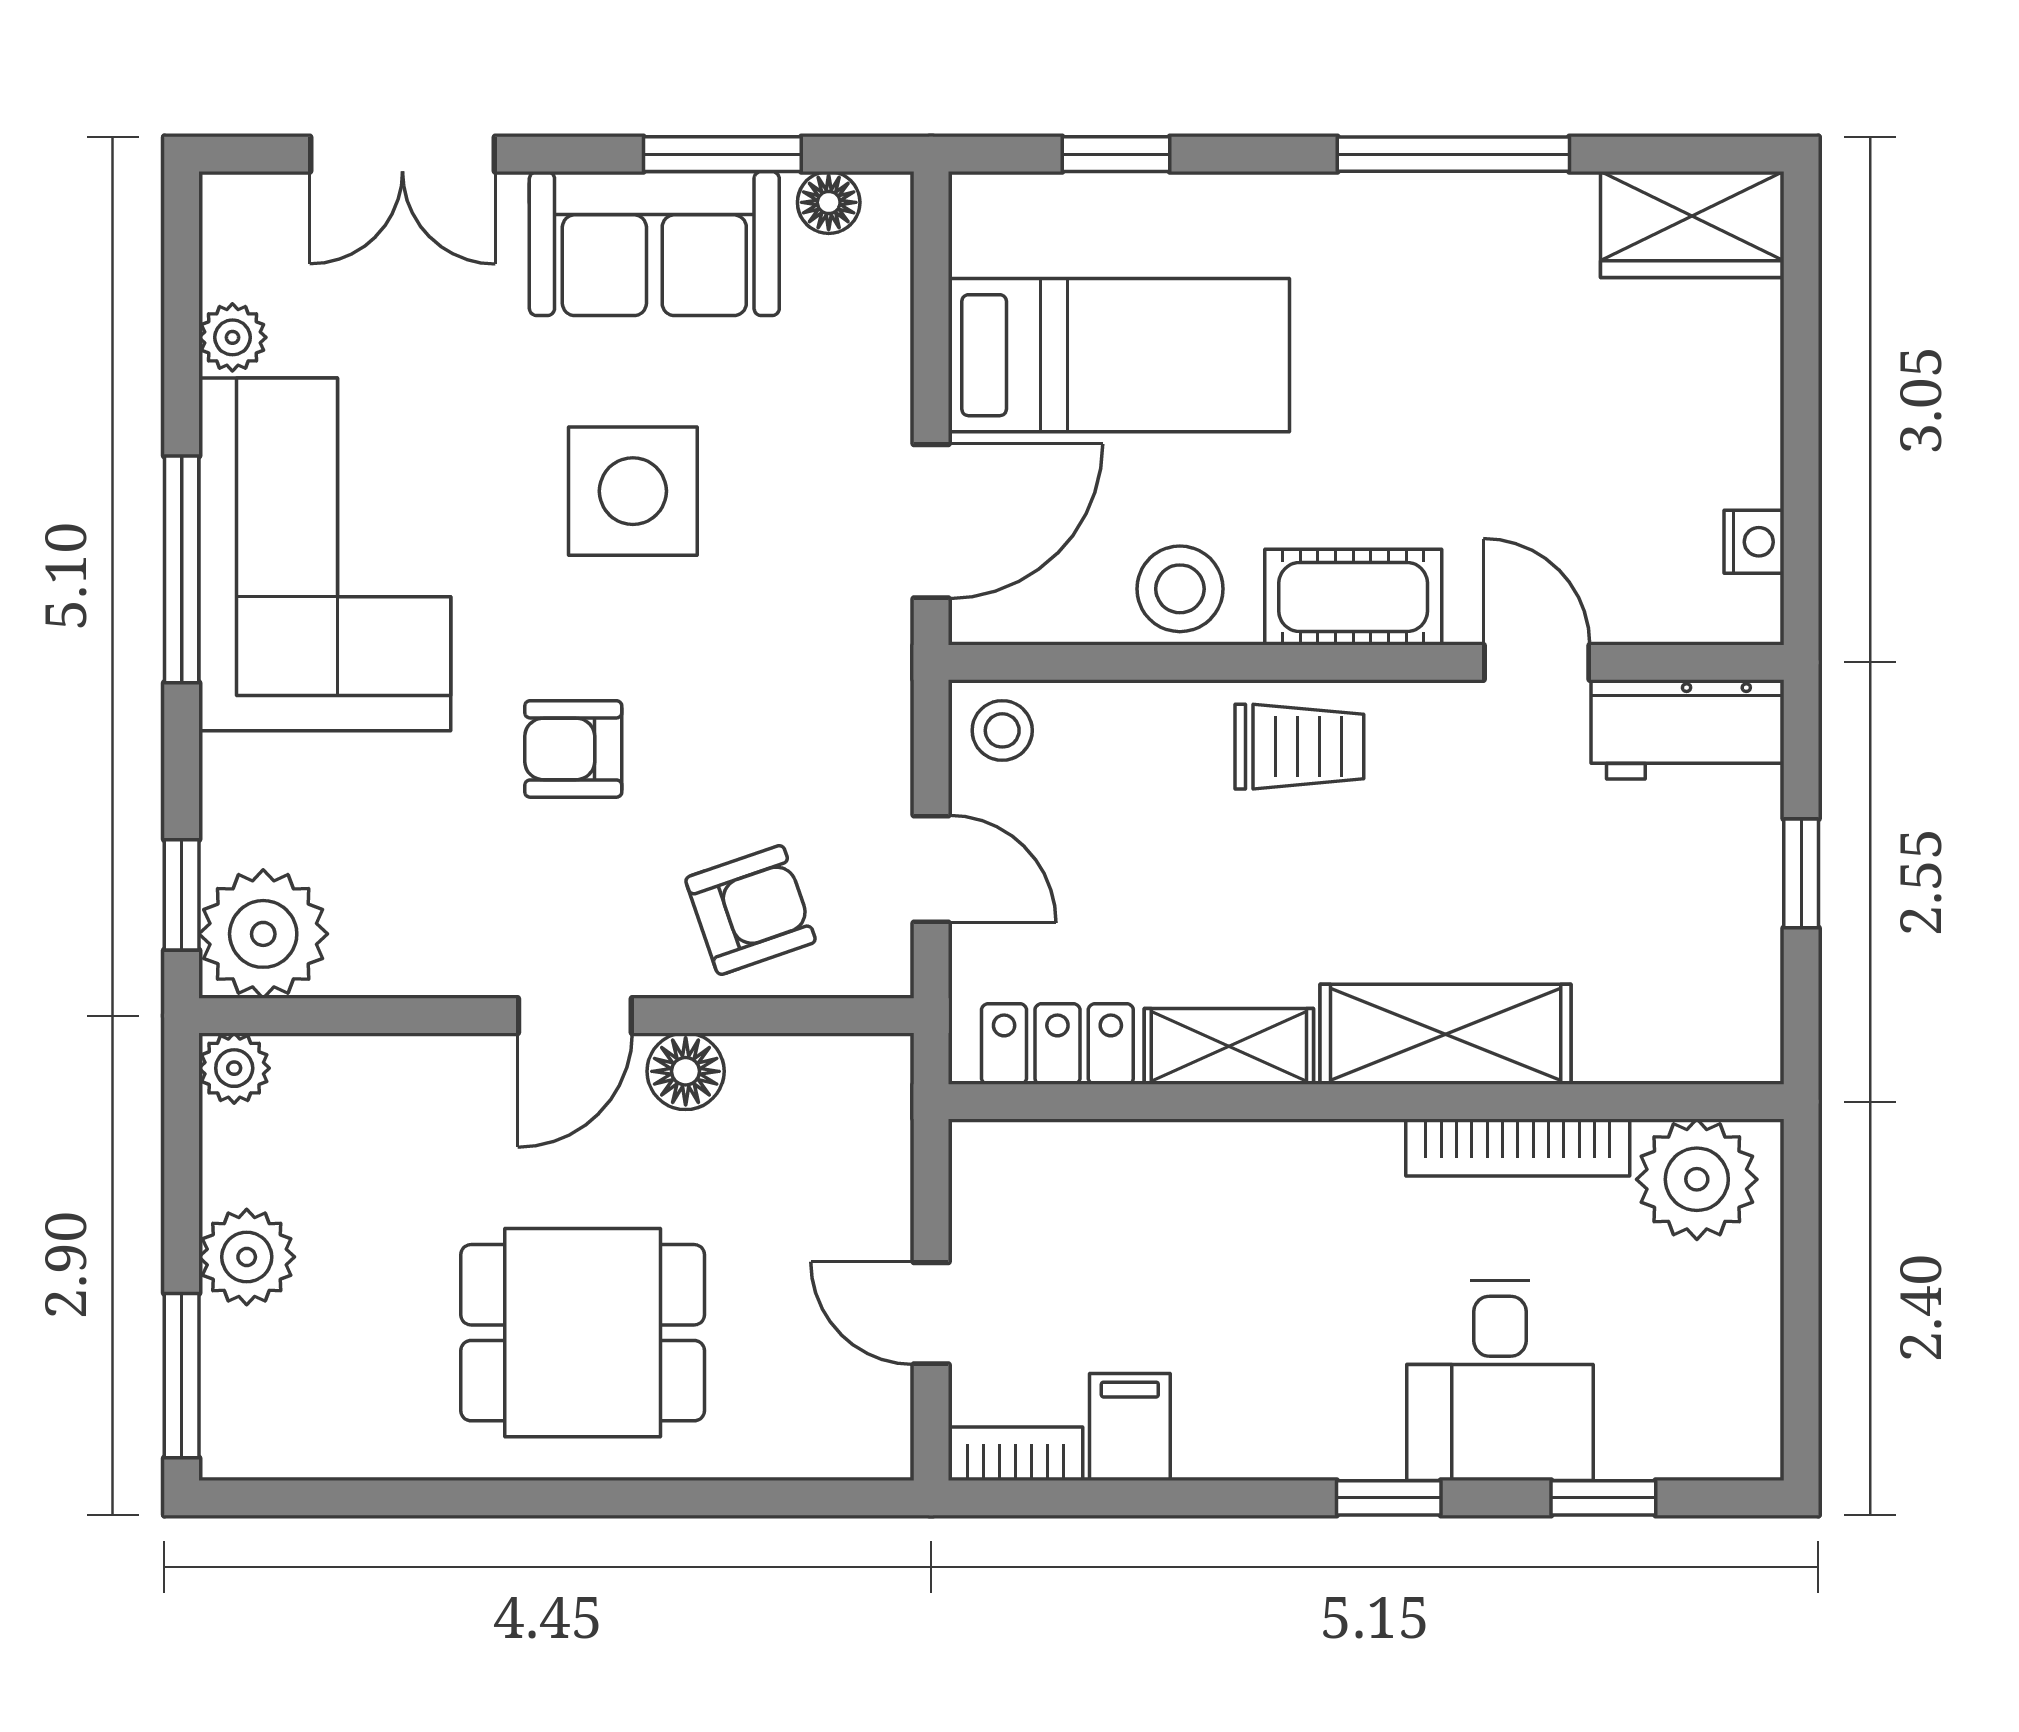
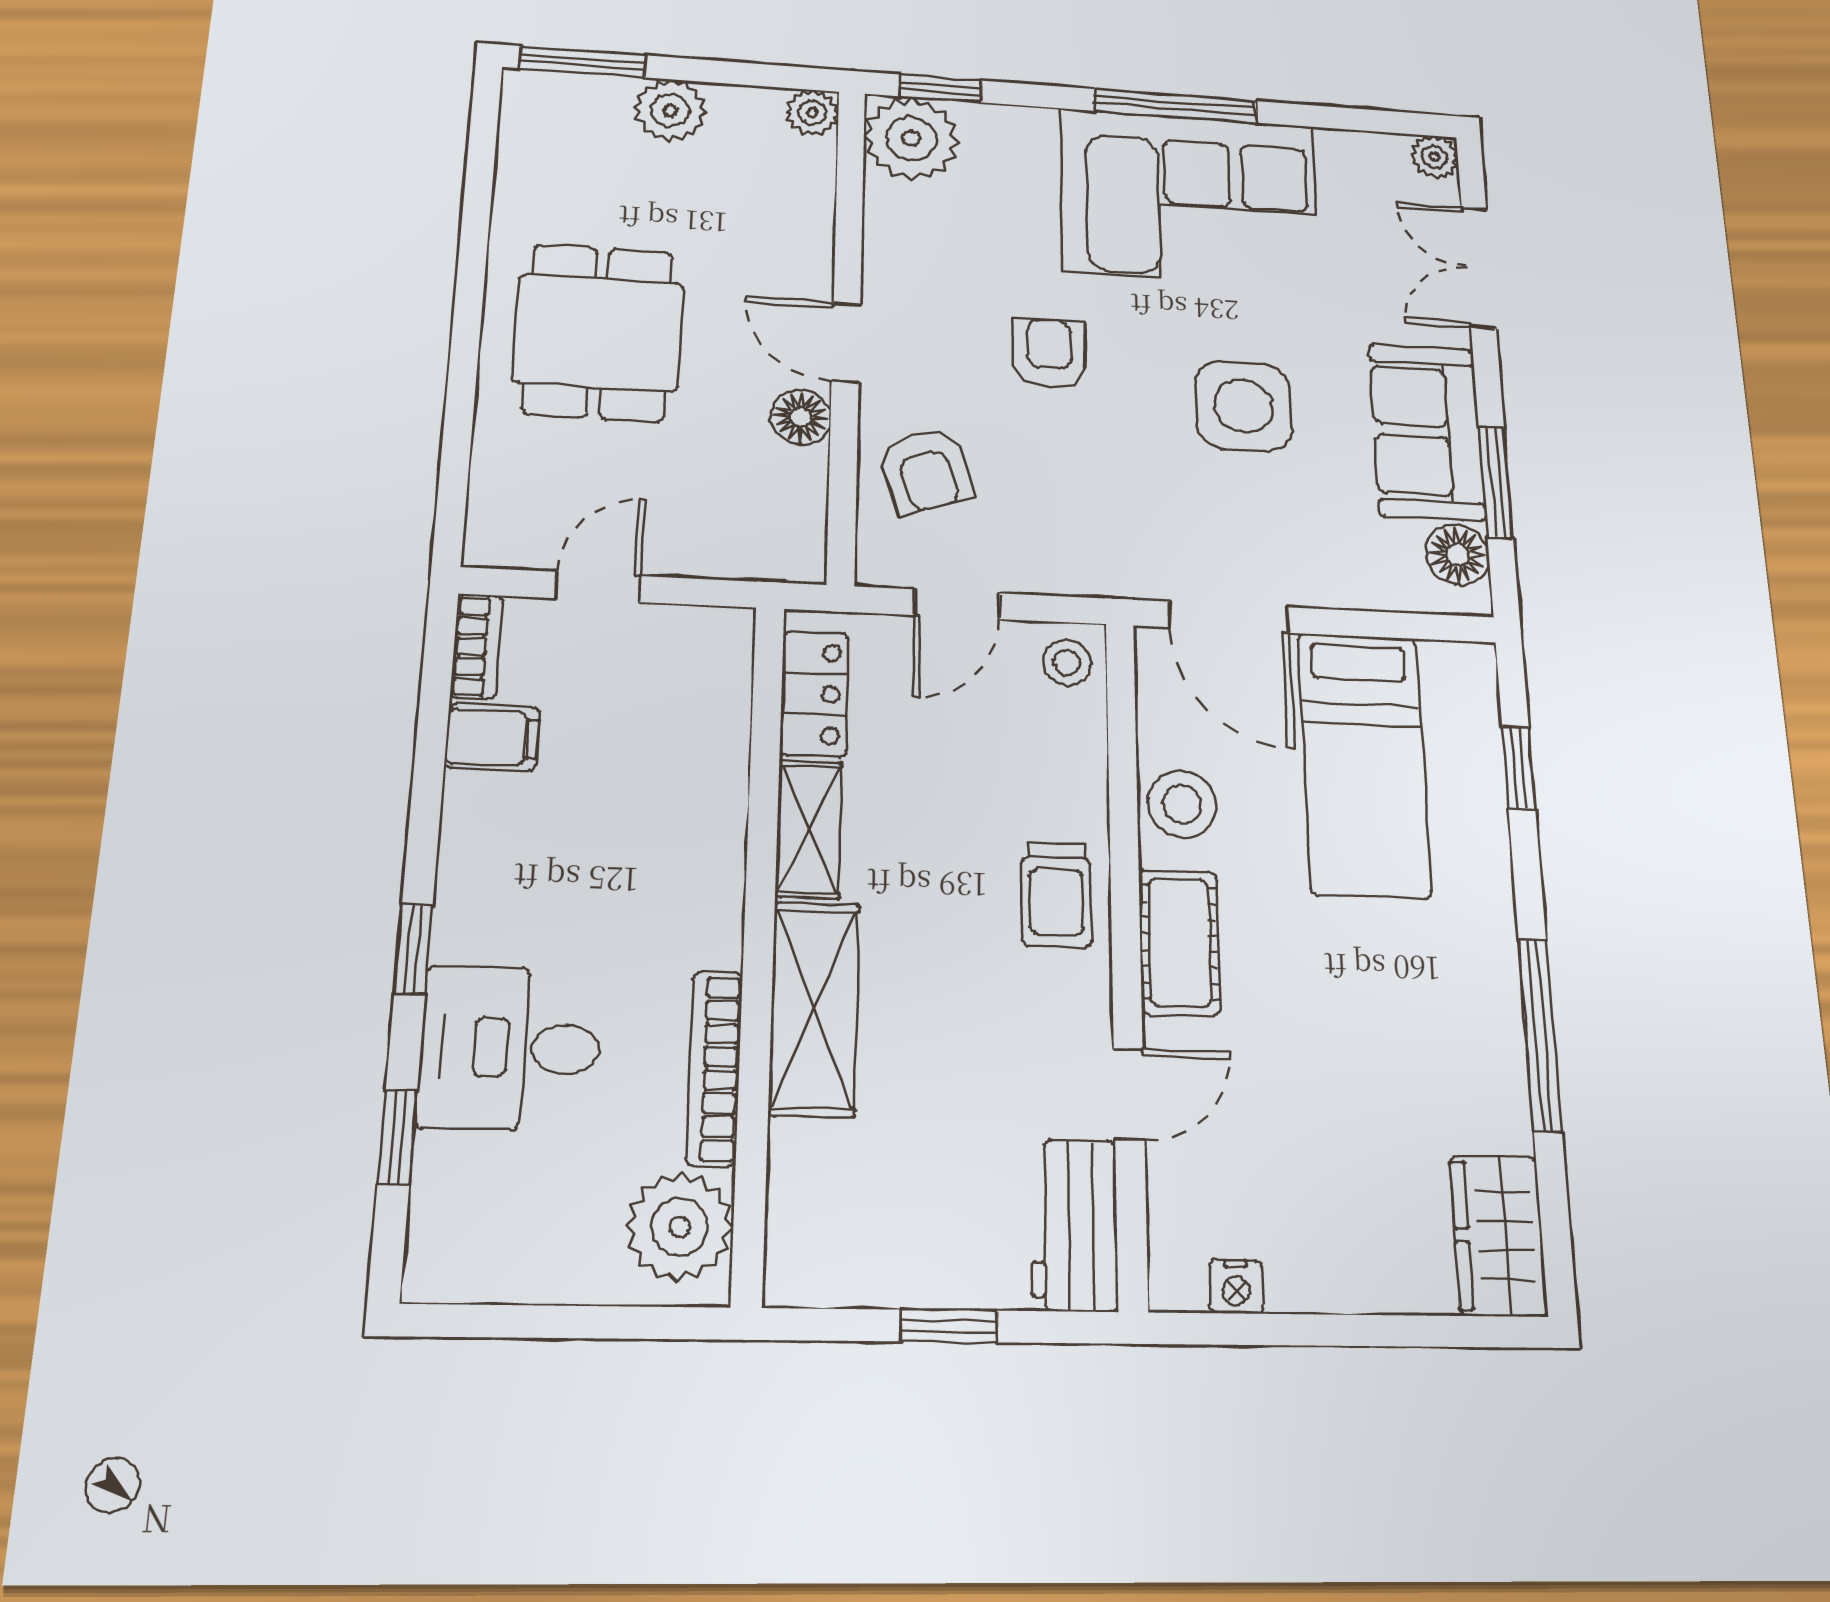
floor lamp: (829, 202) -> (1457, 555), width x1.37, depth x1.37
plant: (232, 337) -> (1435, 157), moved

